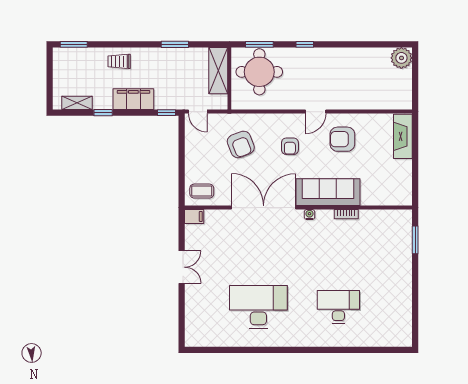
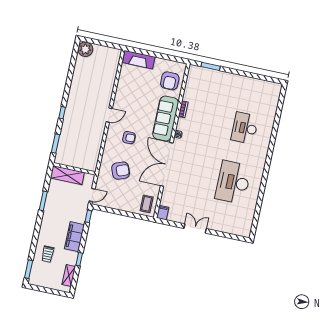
trolley: (119, 61) -> (48, 254), moved
round table: (259, 72) -> (74, 148), removed
door: (316, 112) -> (109, 115), hinge flipped
armchair: (342, 139) -> (170, 81), moved

